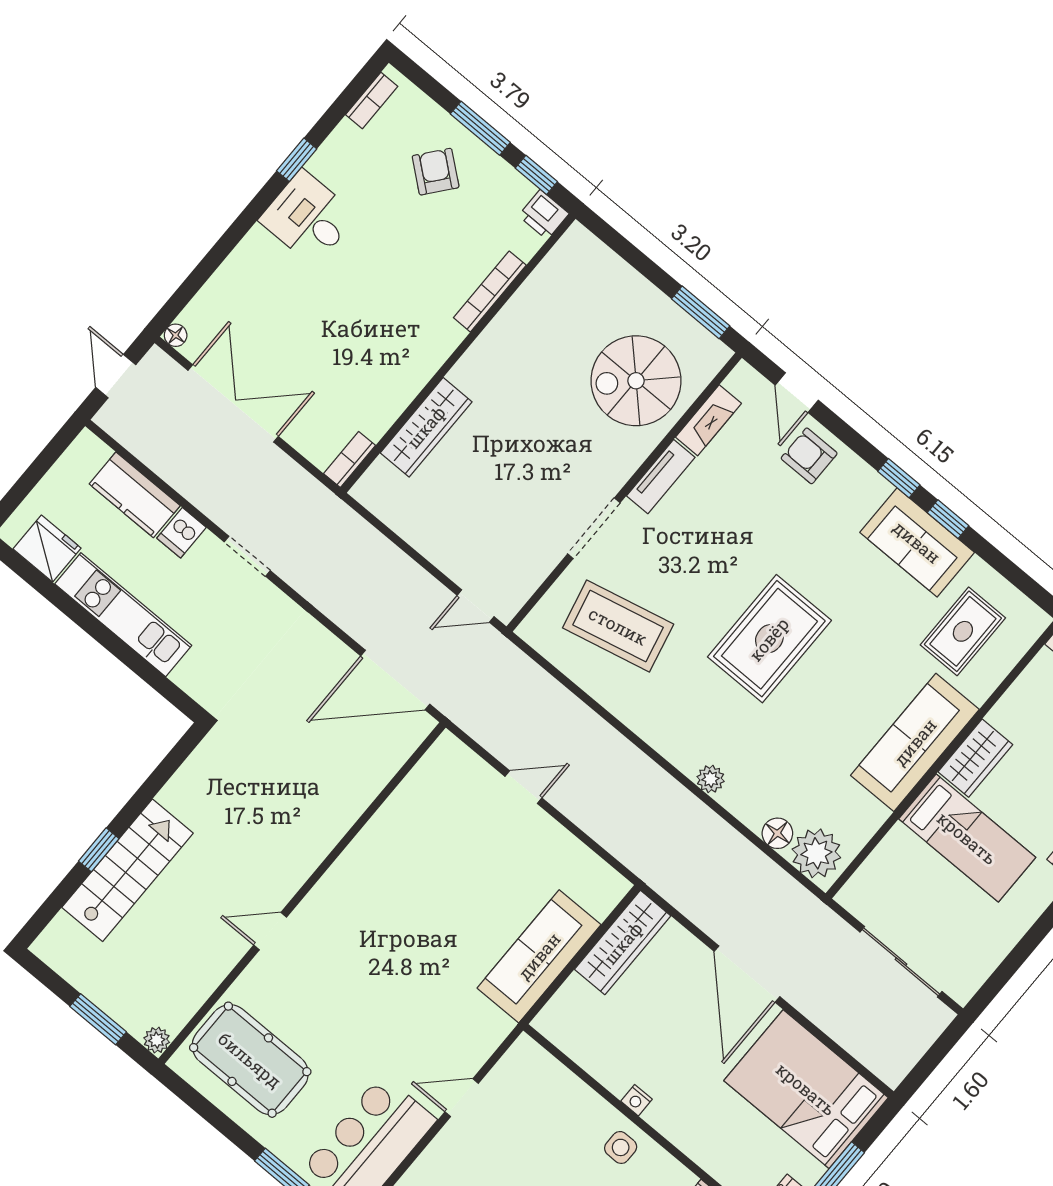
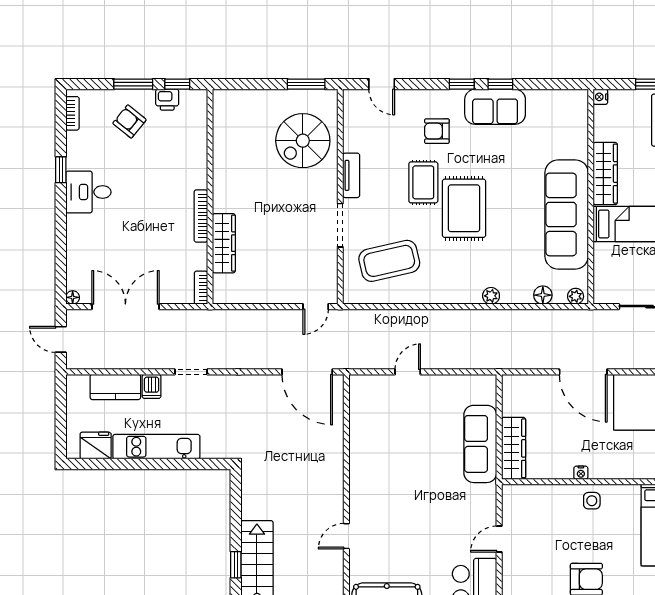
printer: (544, 215) -> (167, 100), moved
bookcase: (490, 291) -> (201, 216), moved
fireplace: (708, 420) -> (352, 131), removed
armchair: (809, 456) -> (437, 131), moved
rug: (963, 631) -> (423, 182), moved
door: (395, 680) -> (307, 372), hinge flipped
sofa: (915, 742) -> (567, 214), width x1.36, depth x1.27
wardrobe: (975, 758) -> (605, 174), width x1.50
plant: (816, 853) -> (576, 296), width x0.53, depth x0.53
wardrobe: (623, 943) -> (514, 448), moved

